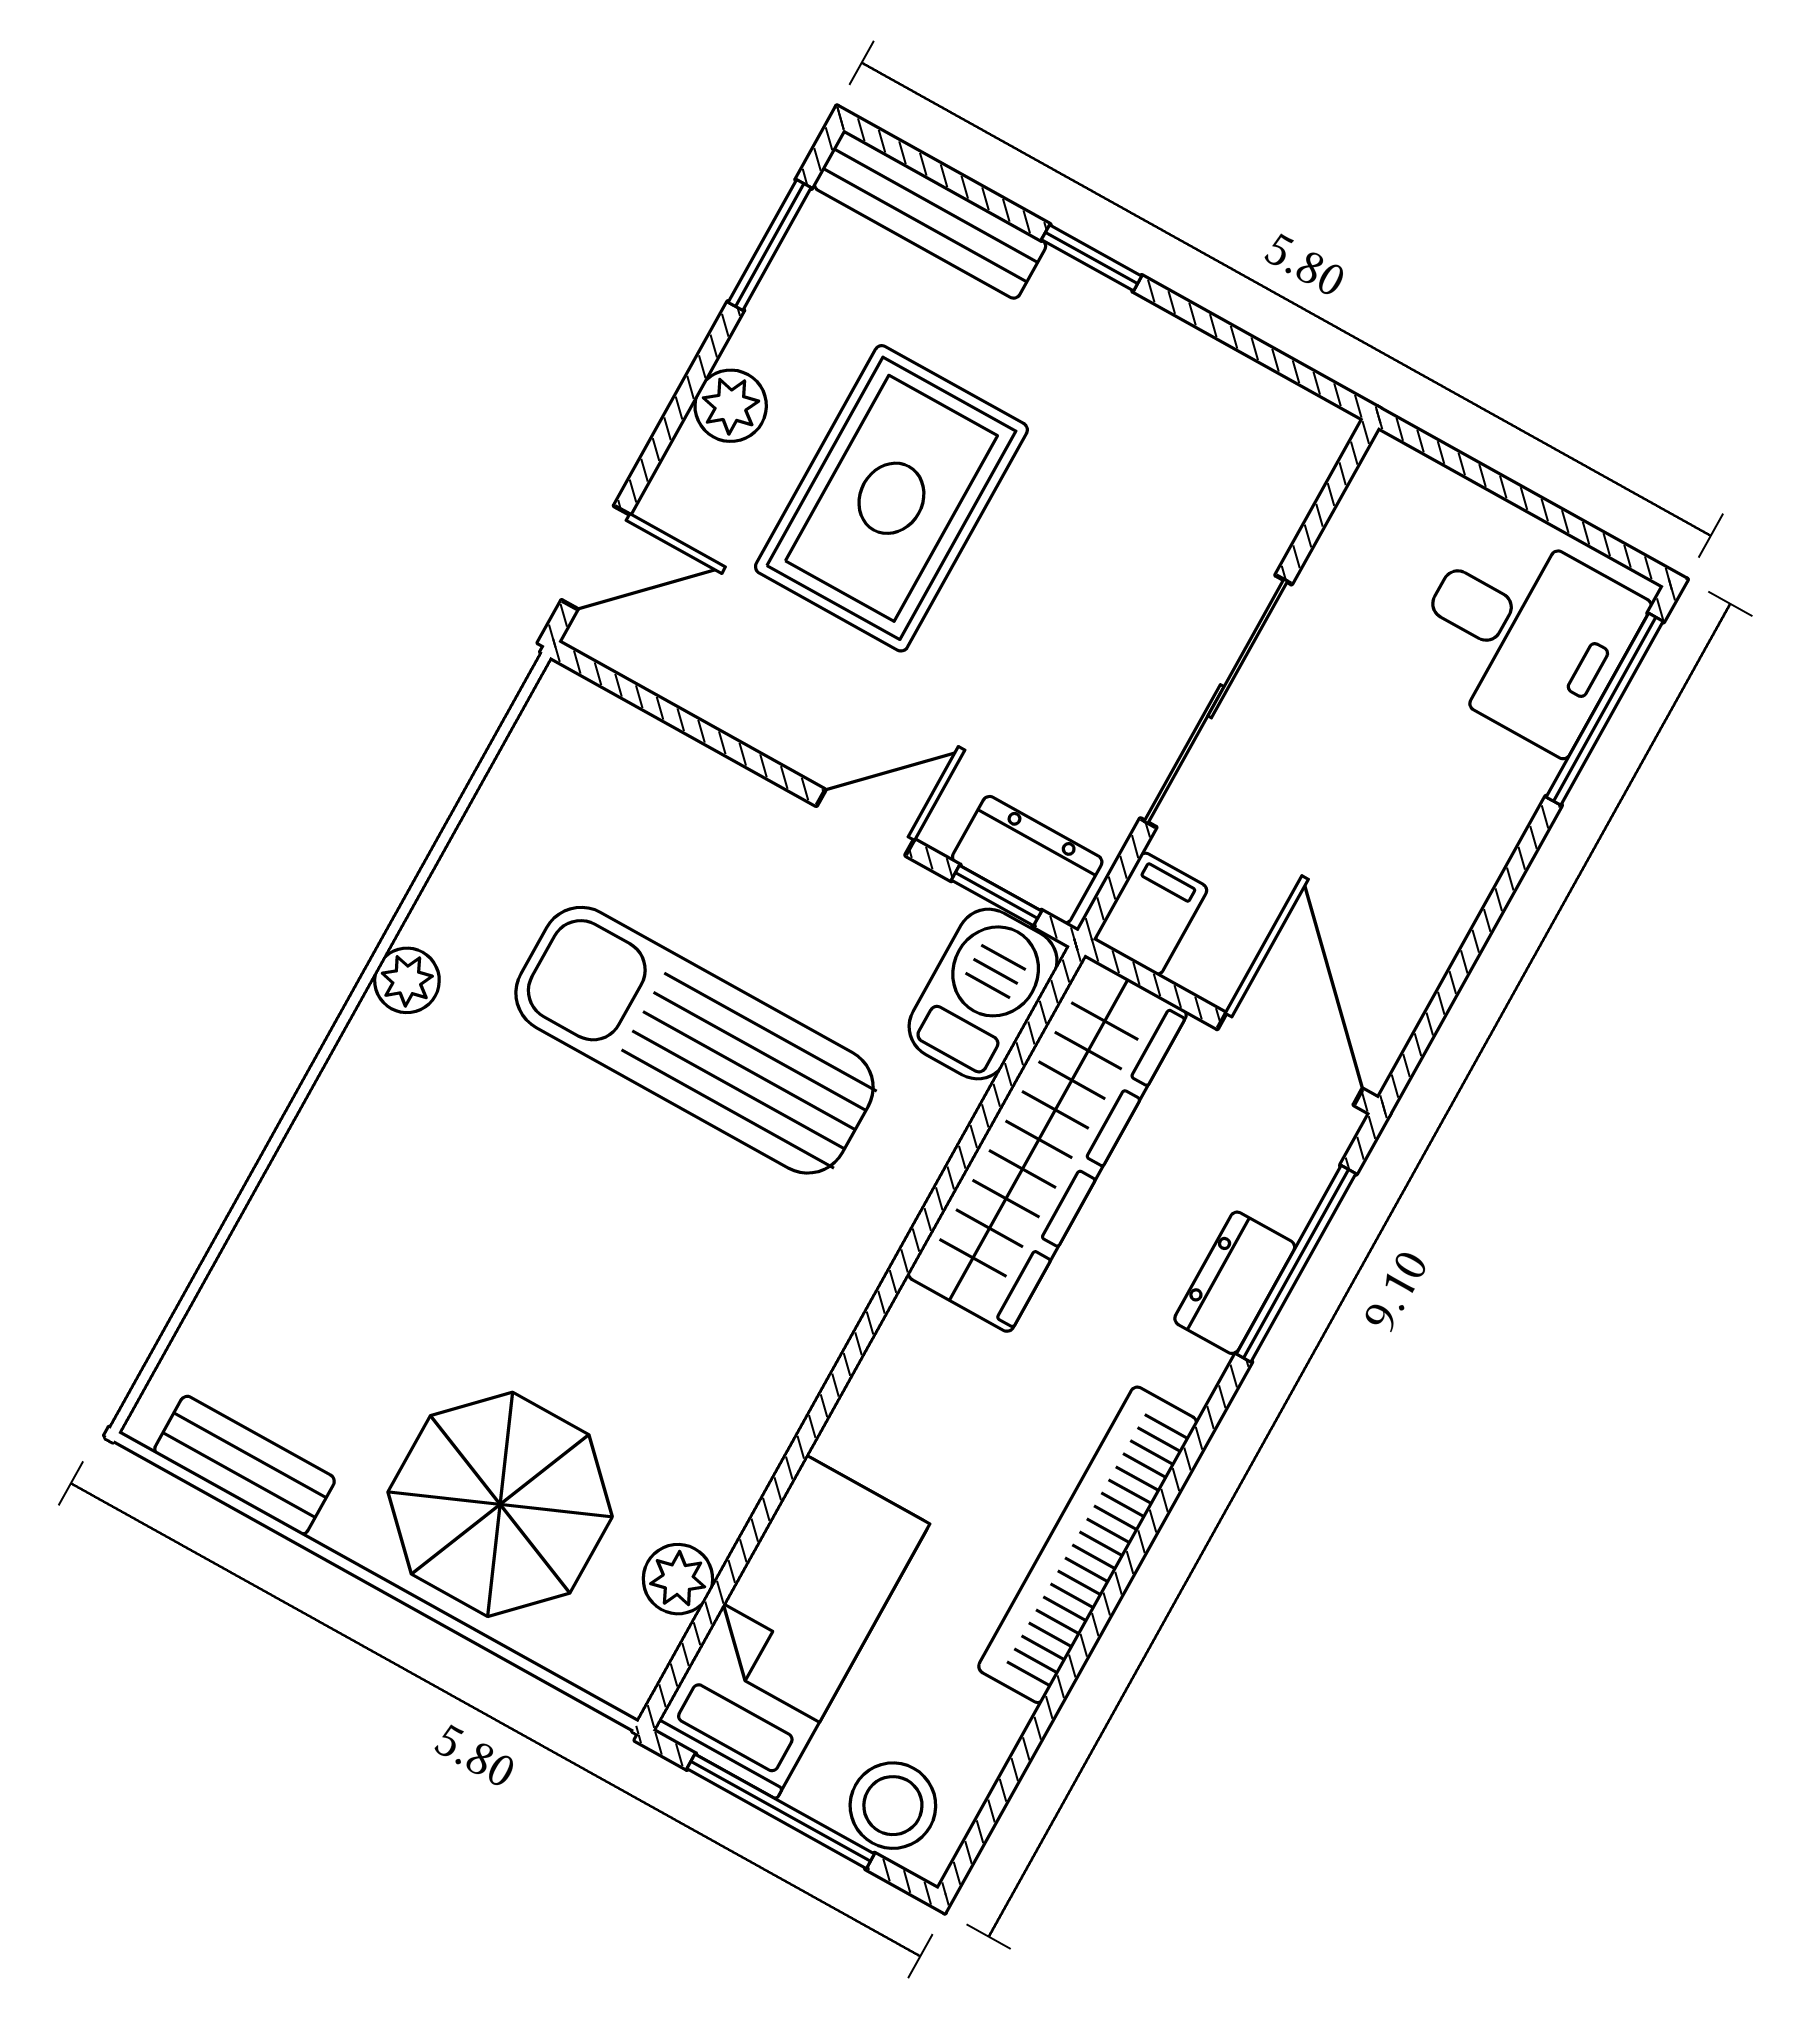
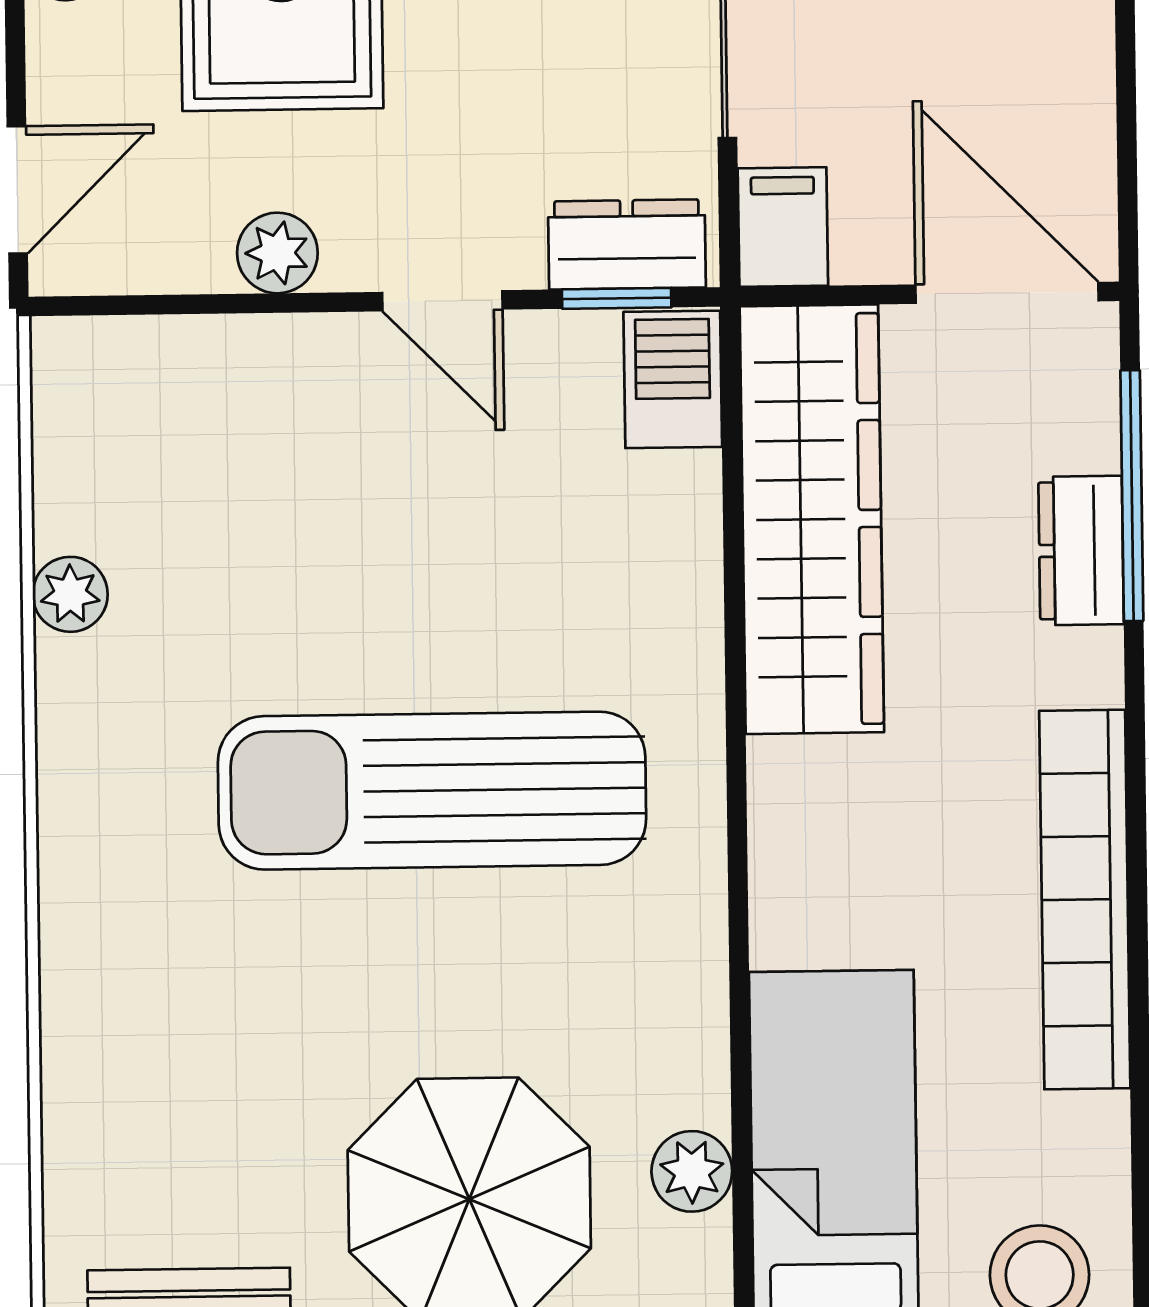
plant: (763, 716) -> (277, 253), added
door: (865, 823) -> (442, 301), swing flipped
plant: (407, 980) -> (70, 594), moved
barbecue: (983, 994) -> (673, 379), width x0.73, depth x0.79
sun lounger: (694, 1040) -> (432, 791), moved

